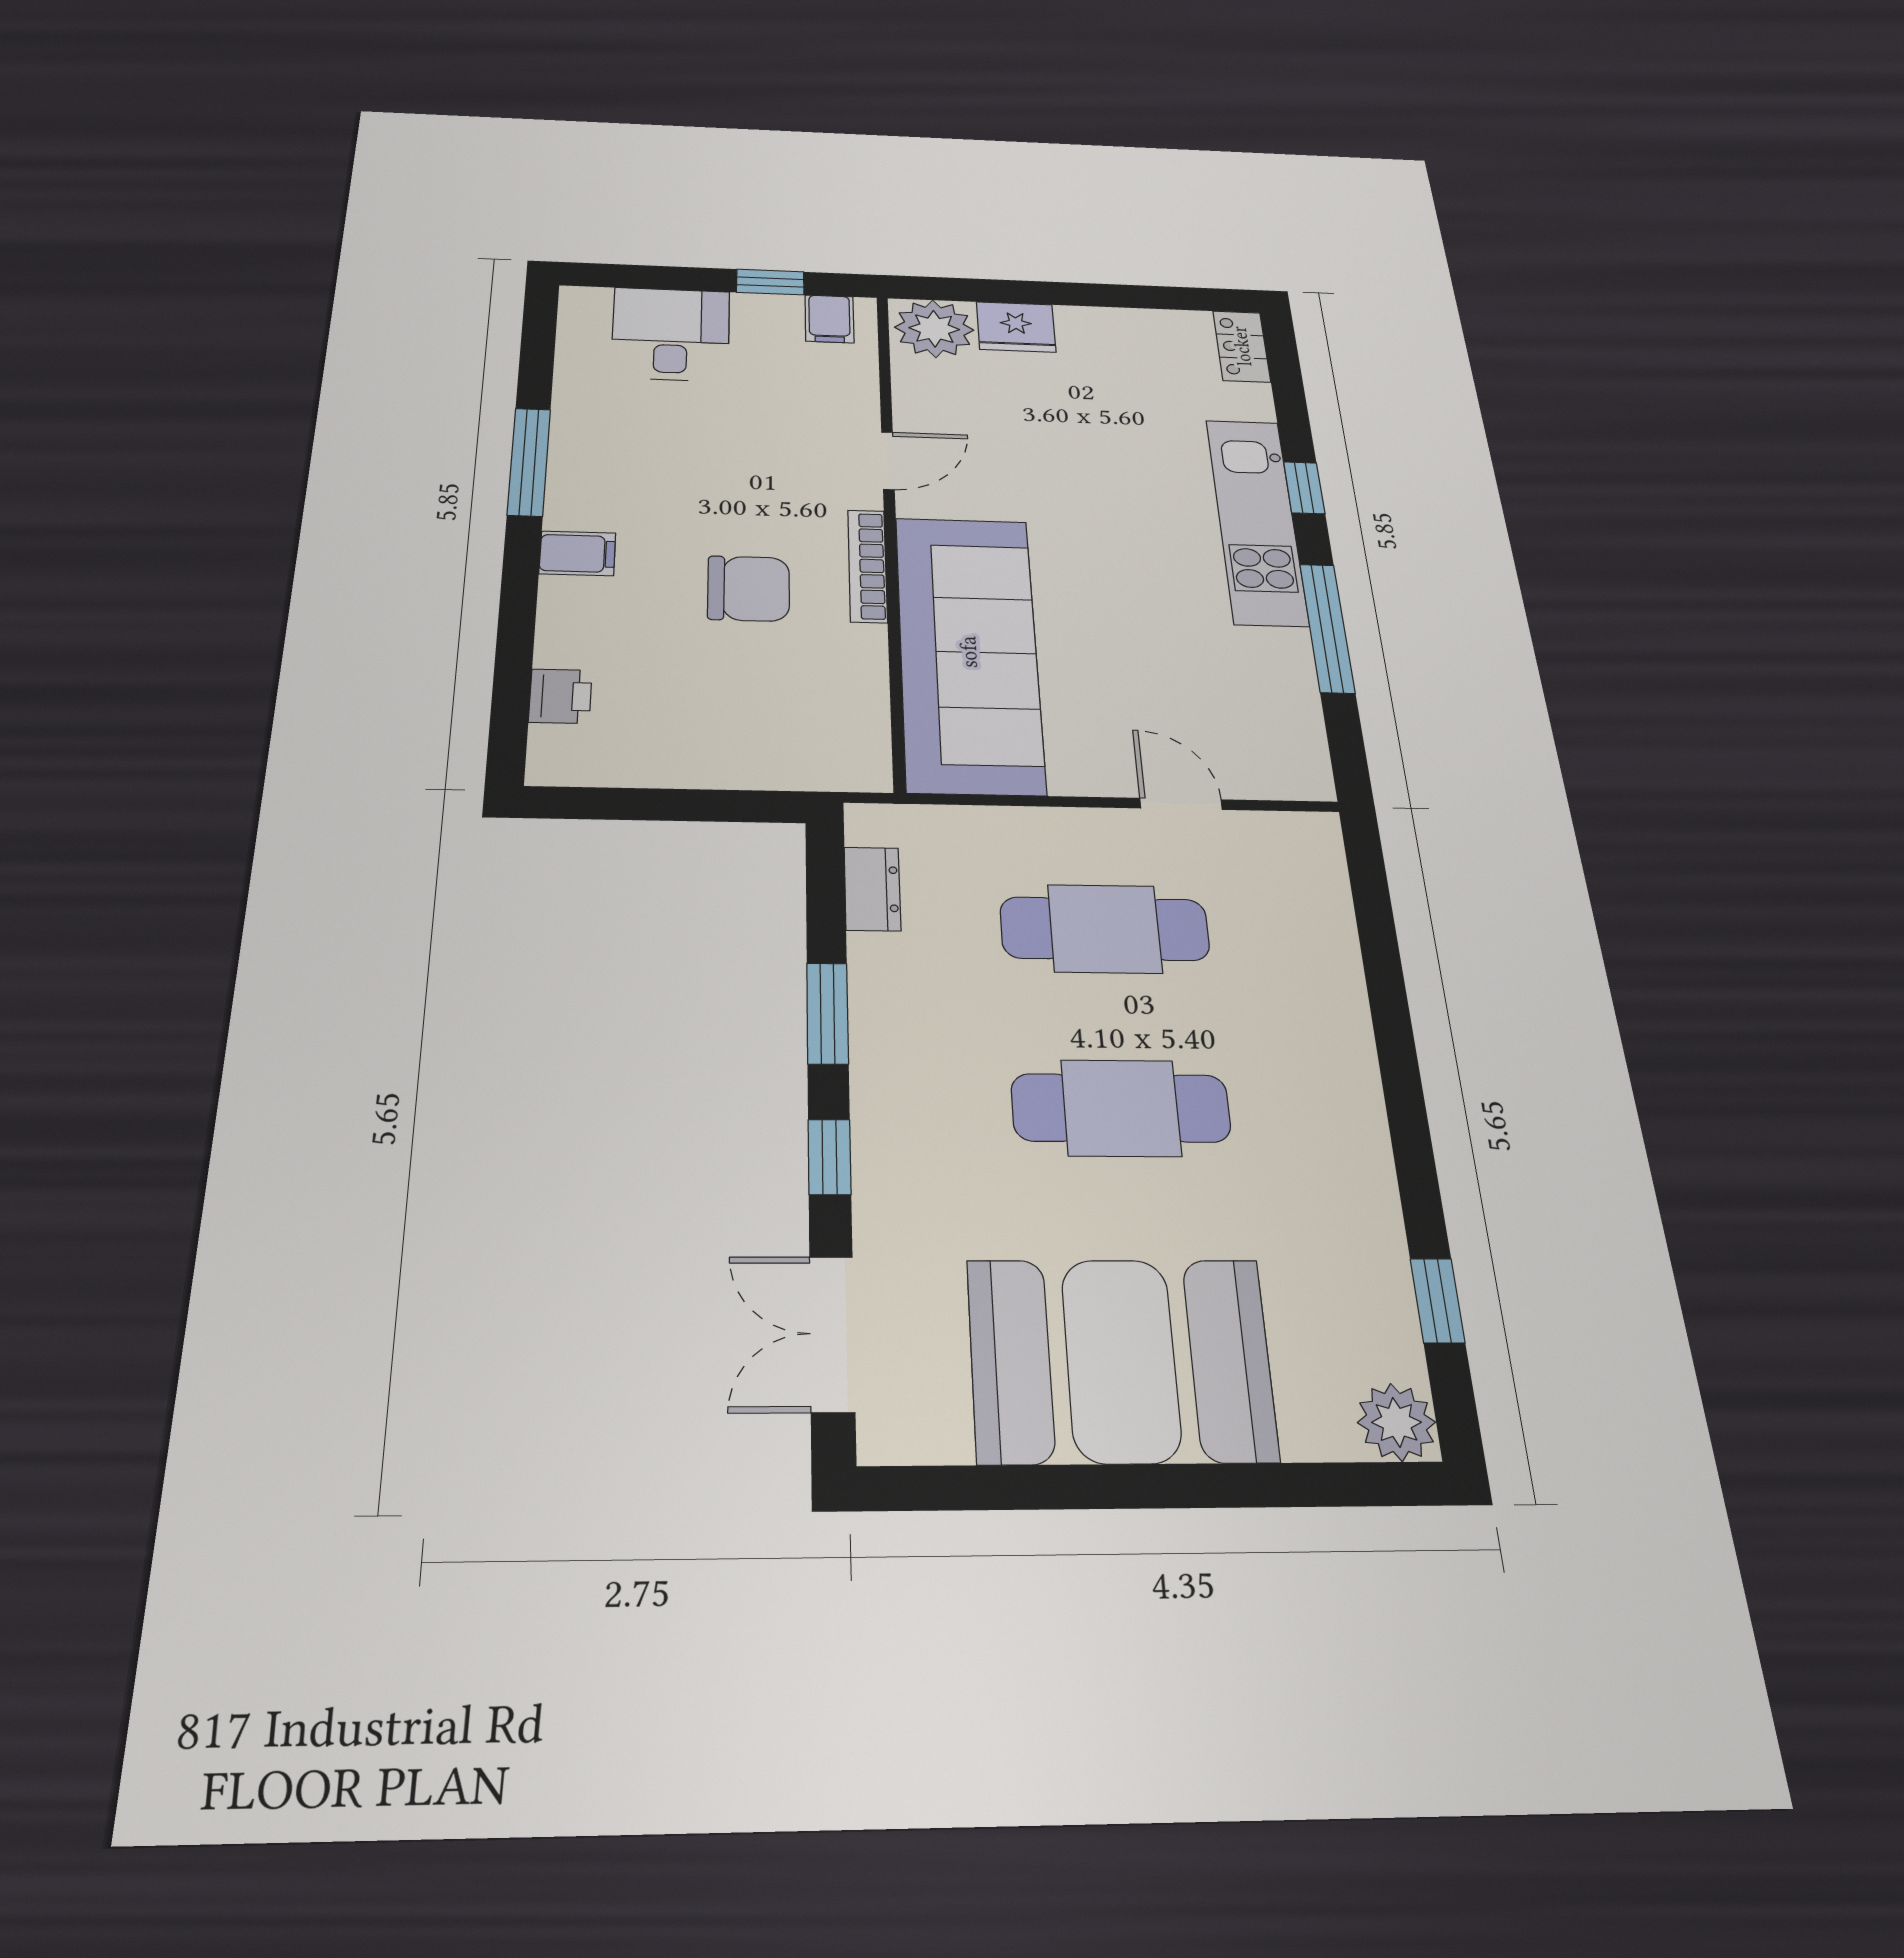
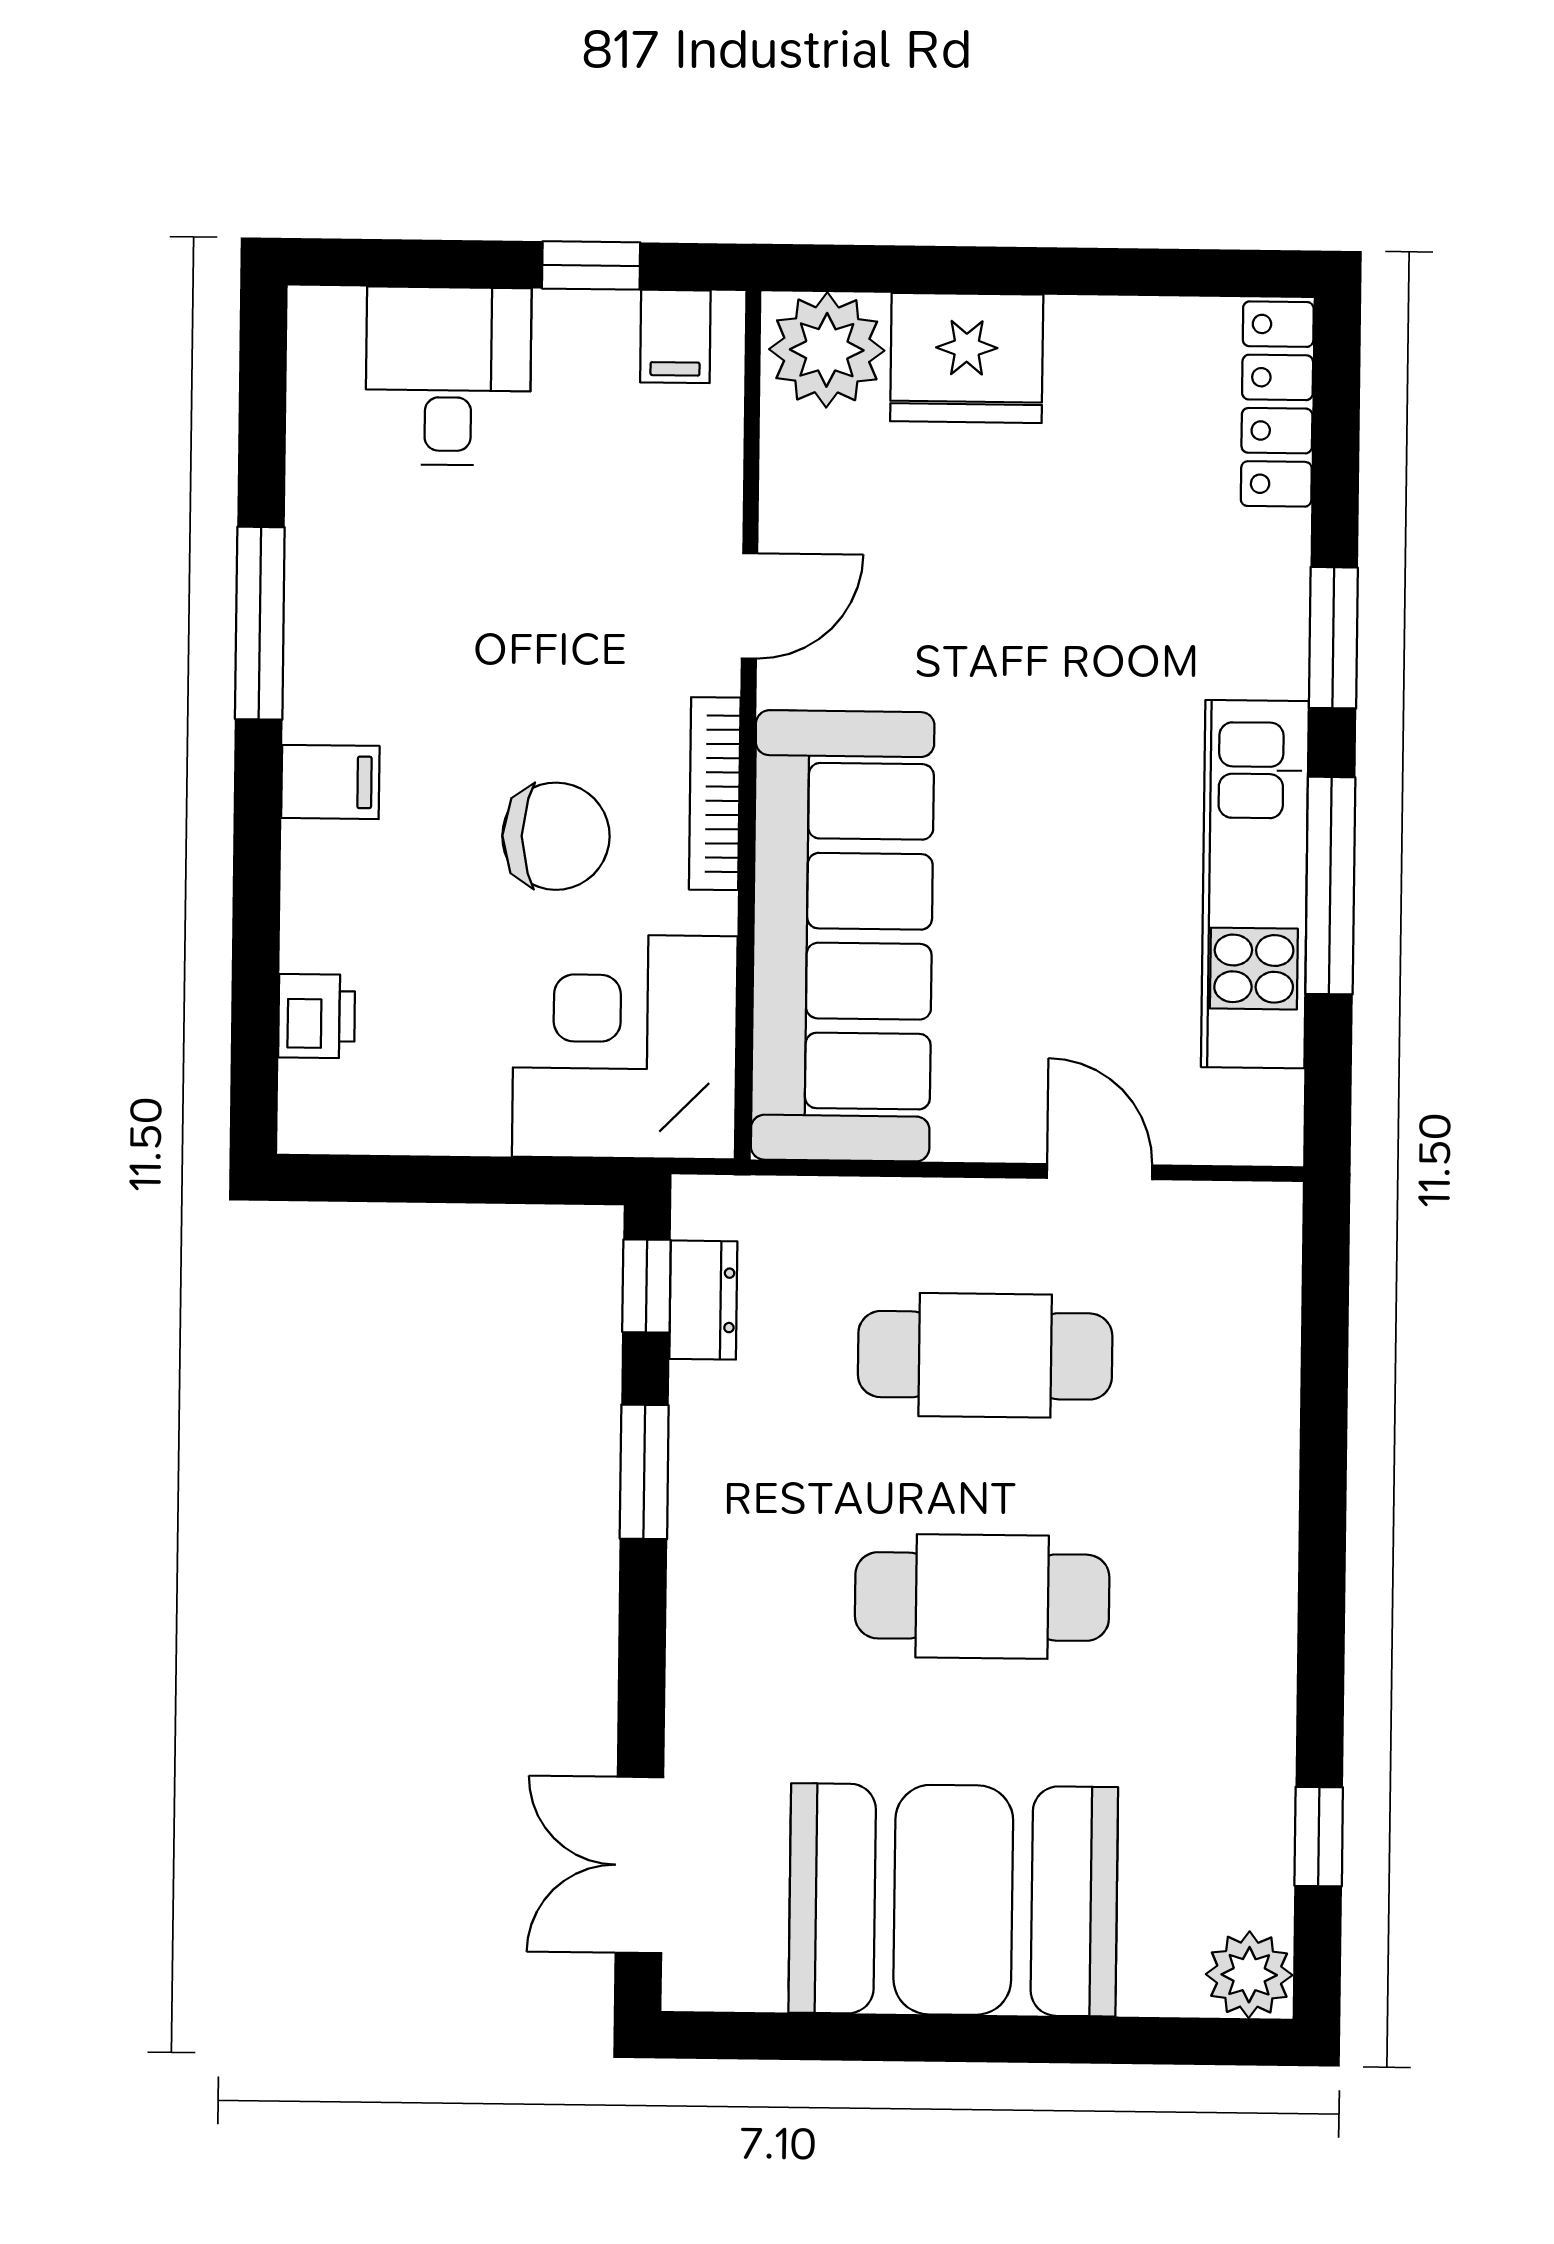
fridge: (1016, 327) -> (967, 358), width x1.36, depth x1.34
locker: (1242, 346) -> (1277, 404), width x1.53
window: (1304, 488) -> (1333, 638), width x1.50
kitchen unit: (1256, 521) -> (1255, 884), moved
corner desk: (804, 719) -> (625, 1046), added
window: (829, 1157) -> (646, 1286), moved

